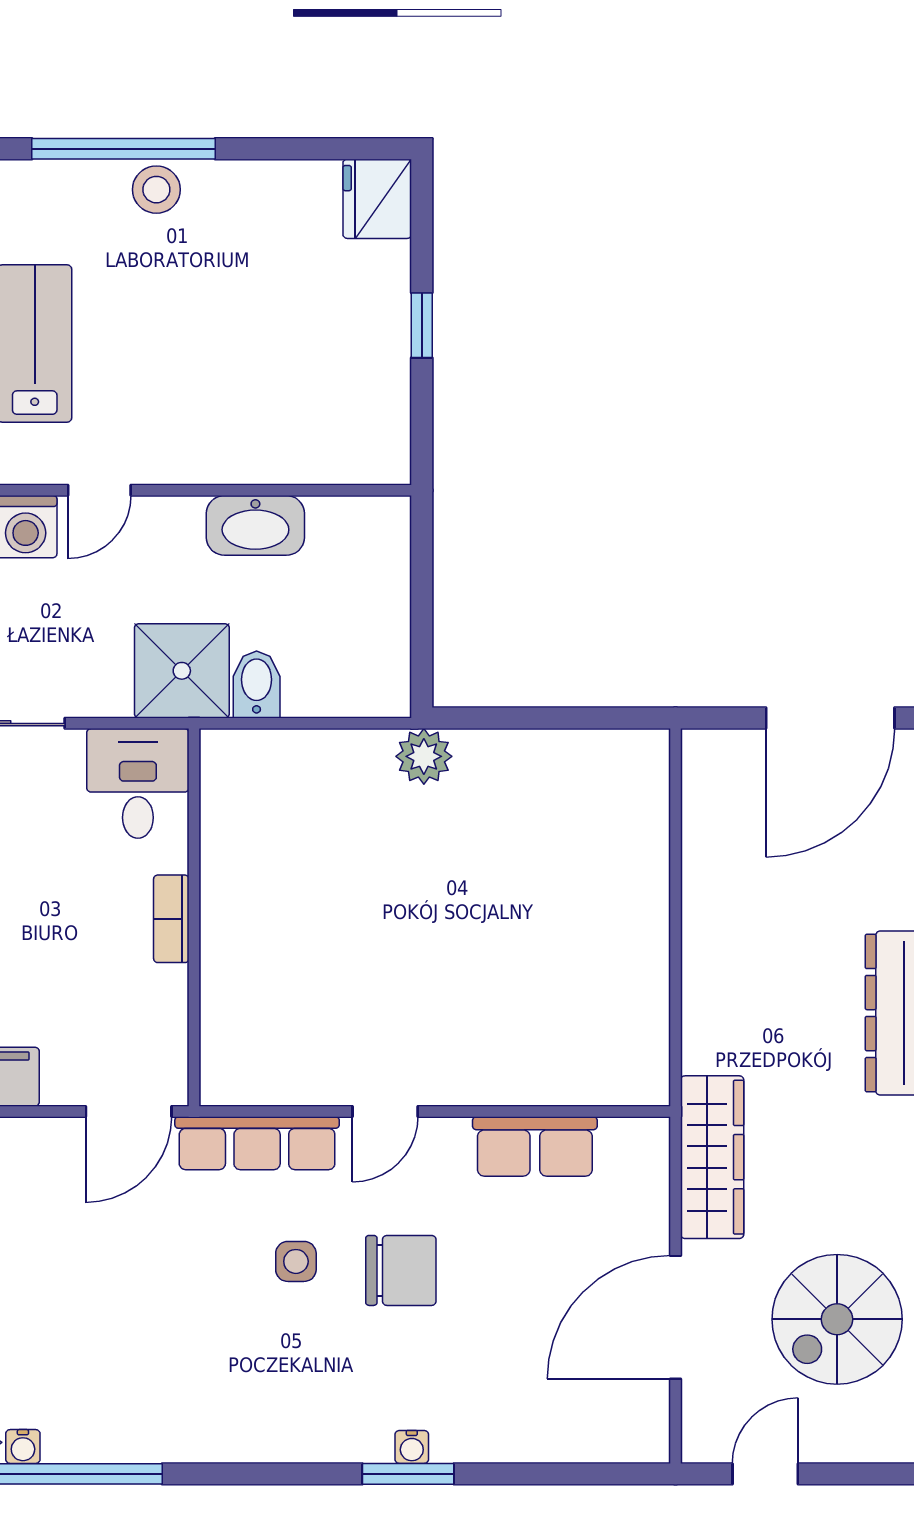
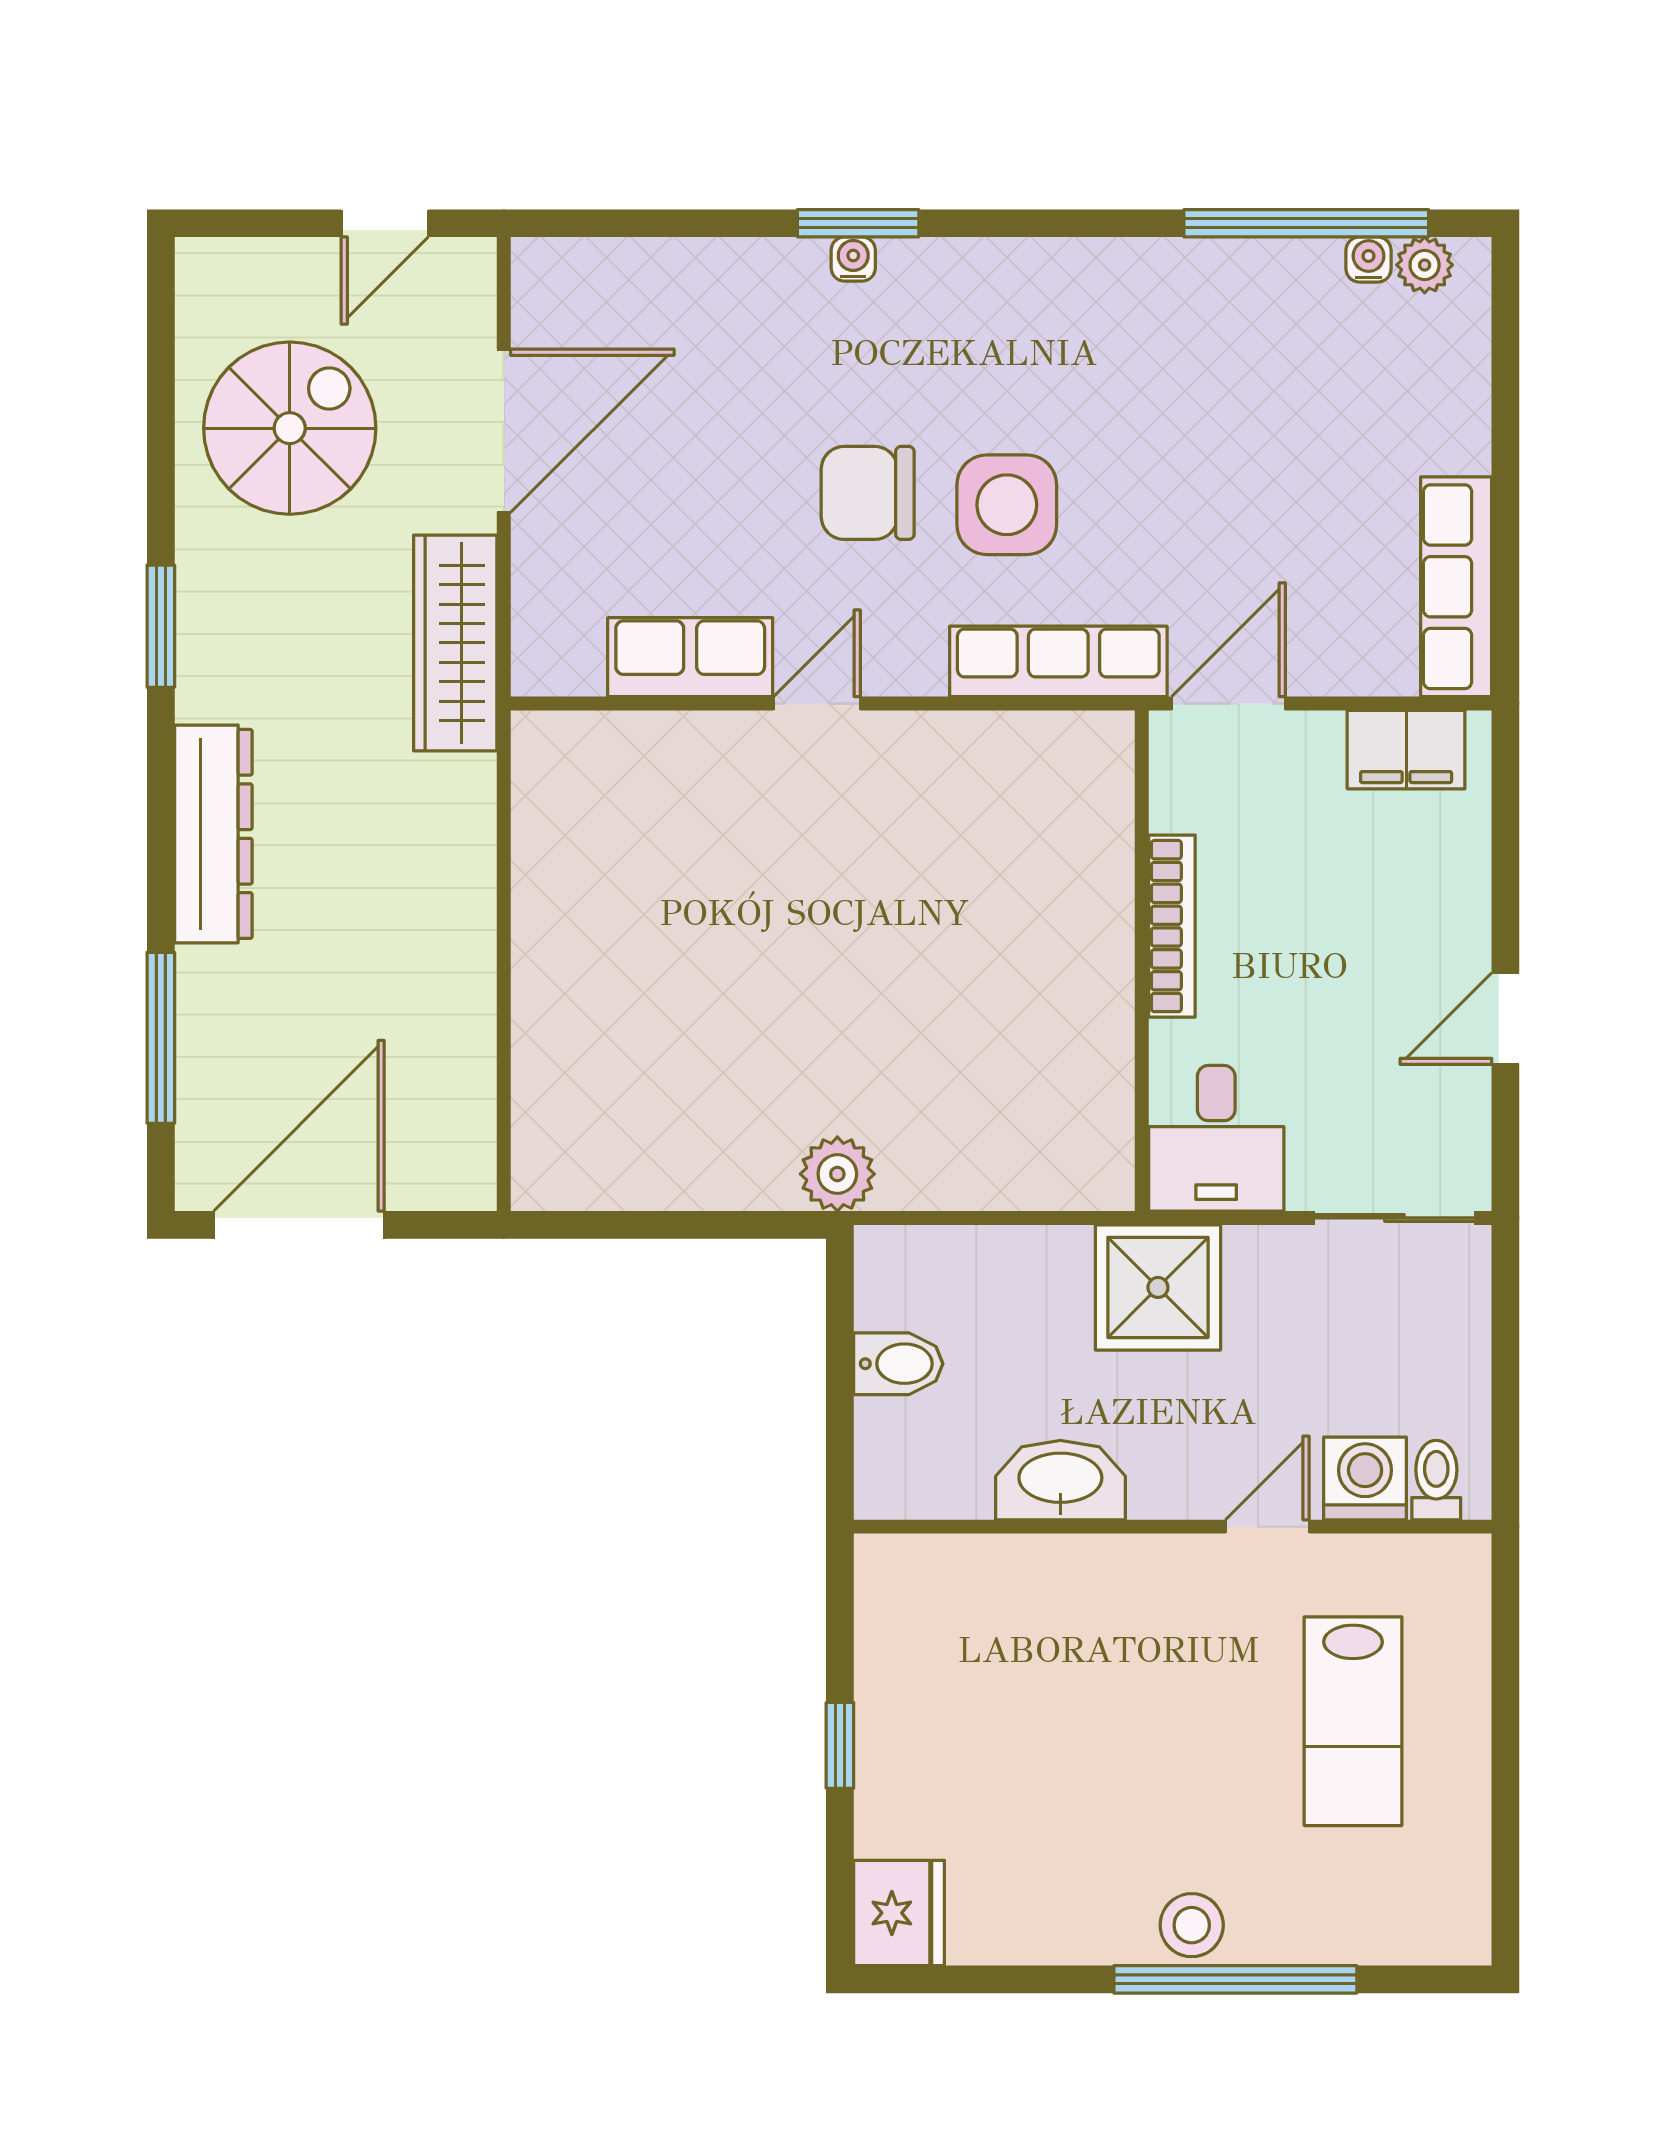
bidet: (257, 684) -> (898, 1364), moved, turned -90
bookcase: (171, 919) -> (1172, 926), width x1.56
door: (385, 1112) -> (817, 703), moved
side table: (296, 1261) -> (1007, 505), width x1.87, depth x1.87

